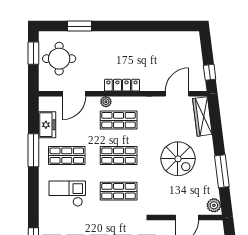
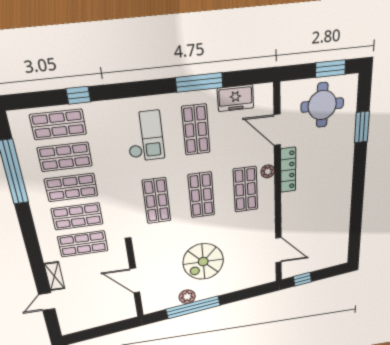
locker: (122, 85) -> (288, 170), moved
wardrobe: (202, 116) -> (253, 279), removed
window: (222, 171) -> (193, 307), width x1.46
plant: (214, 205) -> (187, 297), moved

